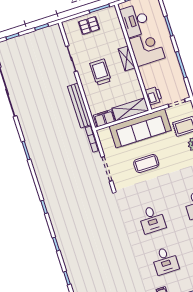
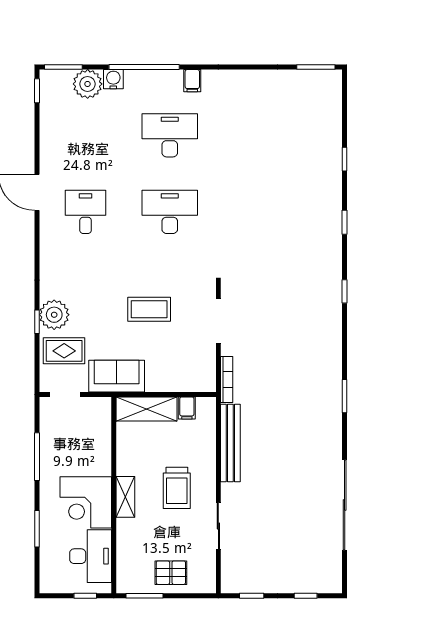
printer: (154, 96) -> (100, 419), removed
filing cabinet: (104, 118) -> (187, 408), width x0.50
sofa: (140, 128) -> (117, 376), width x0.54, depth x0.79
desk: (152, 219) -> (170, 212), width x1.37
desk: (165, 261) -> (170, 135), width x1.37

